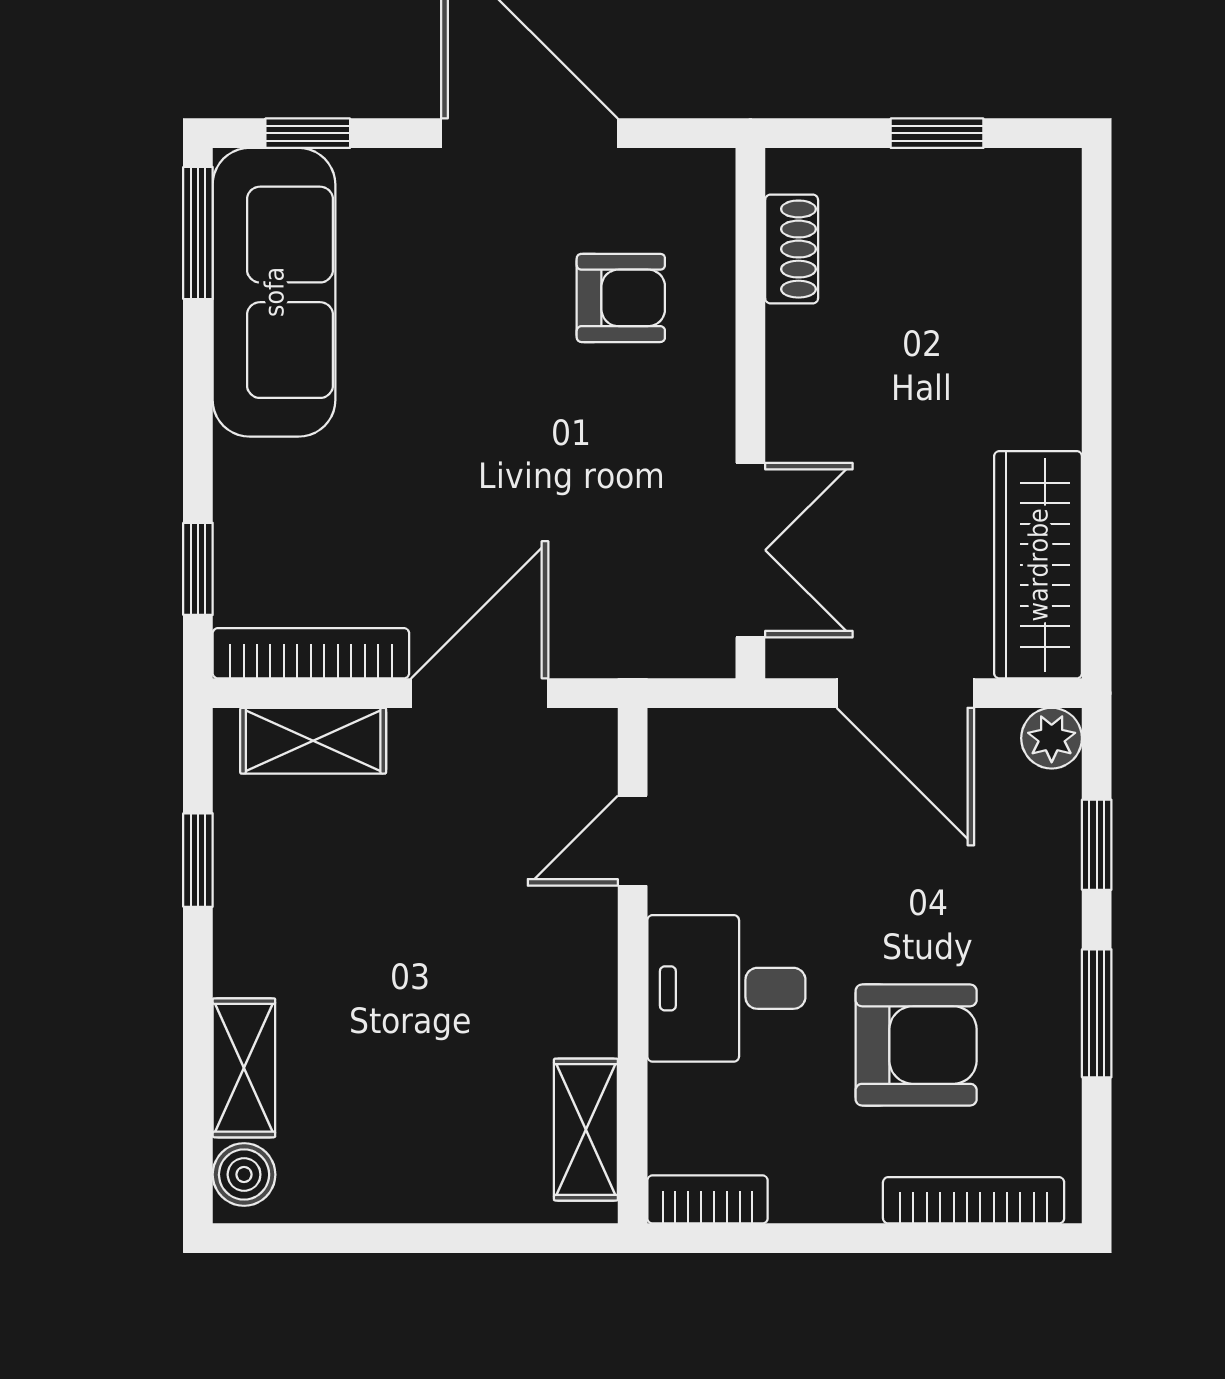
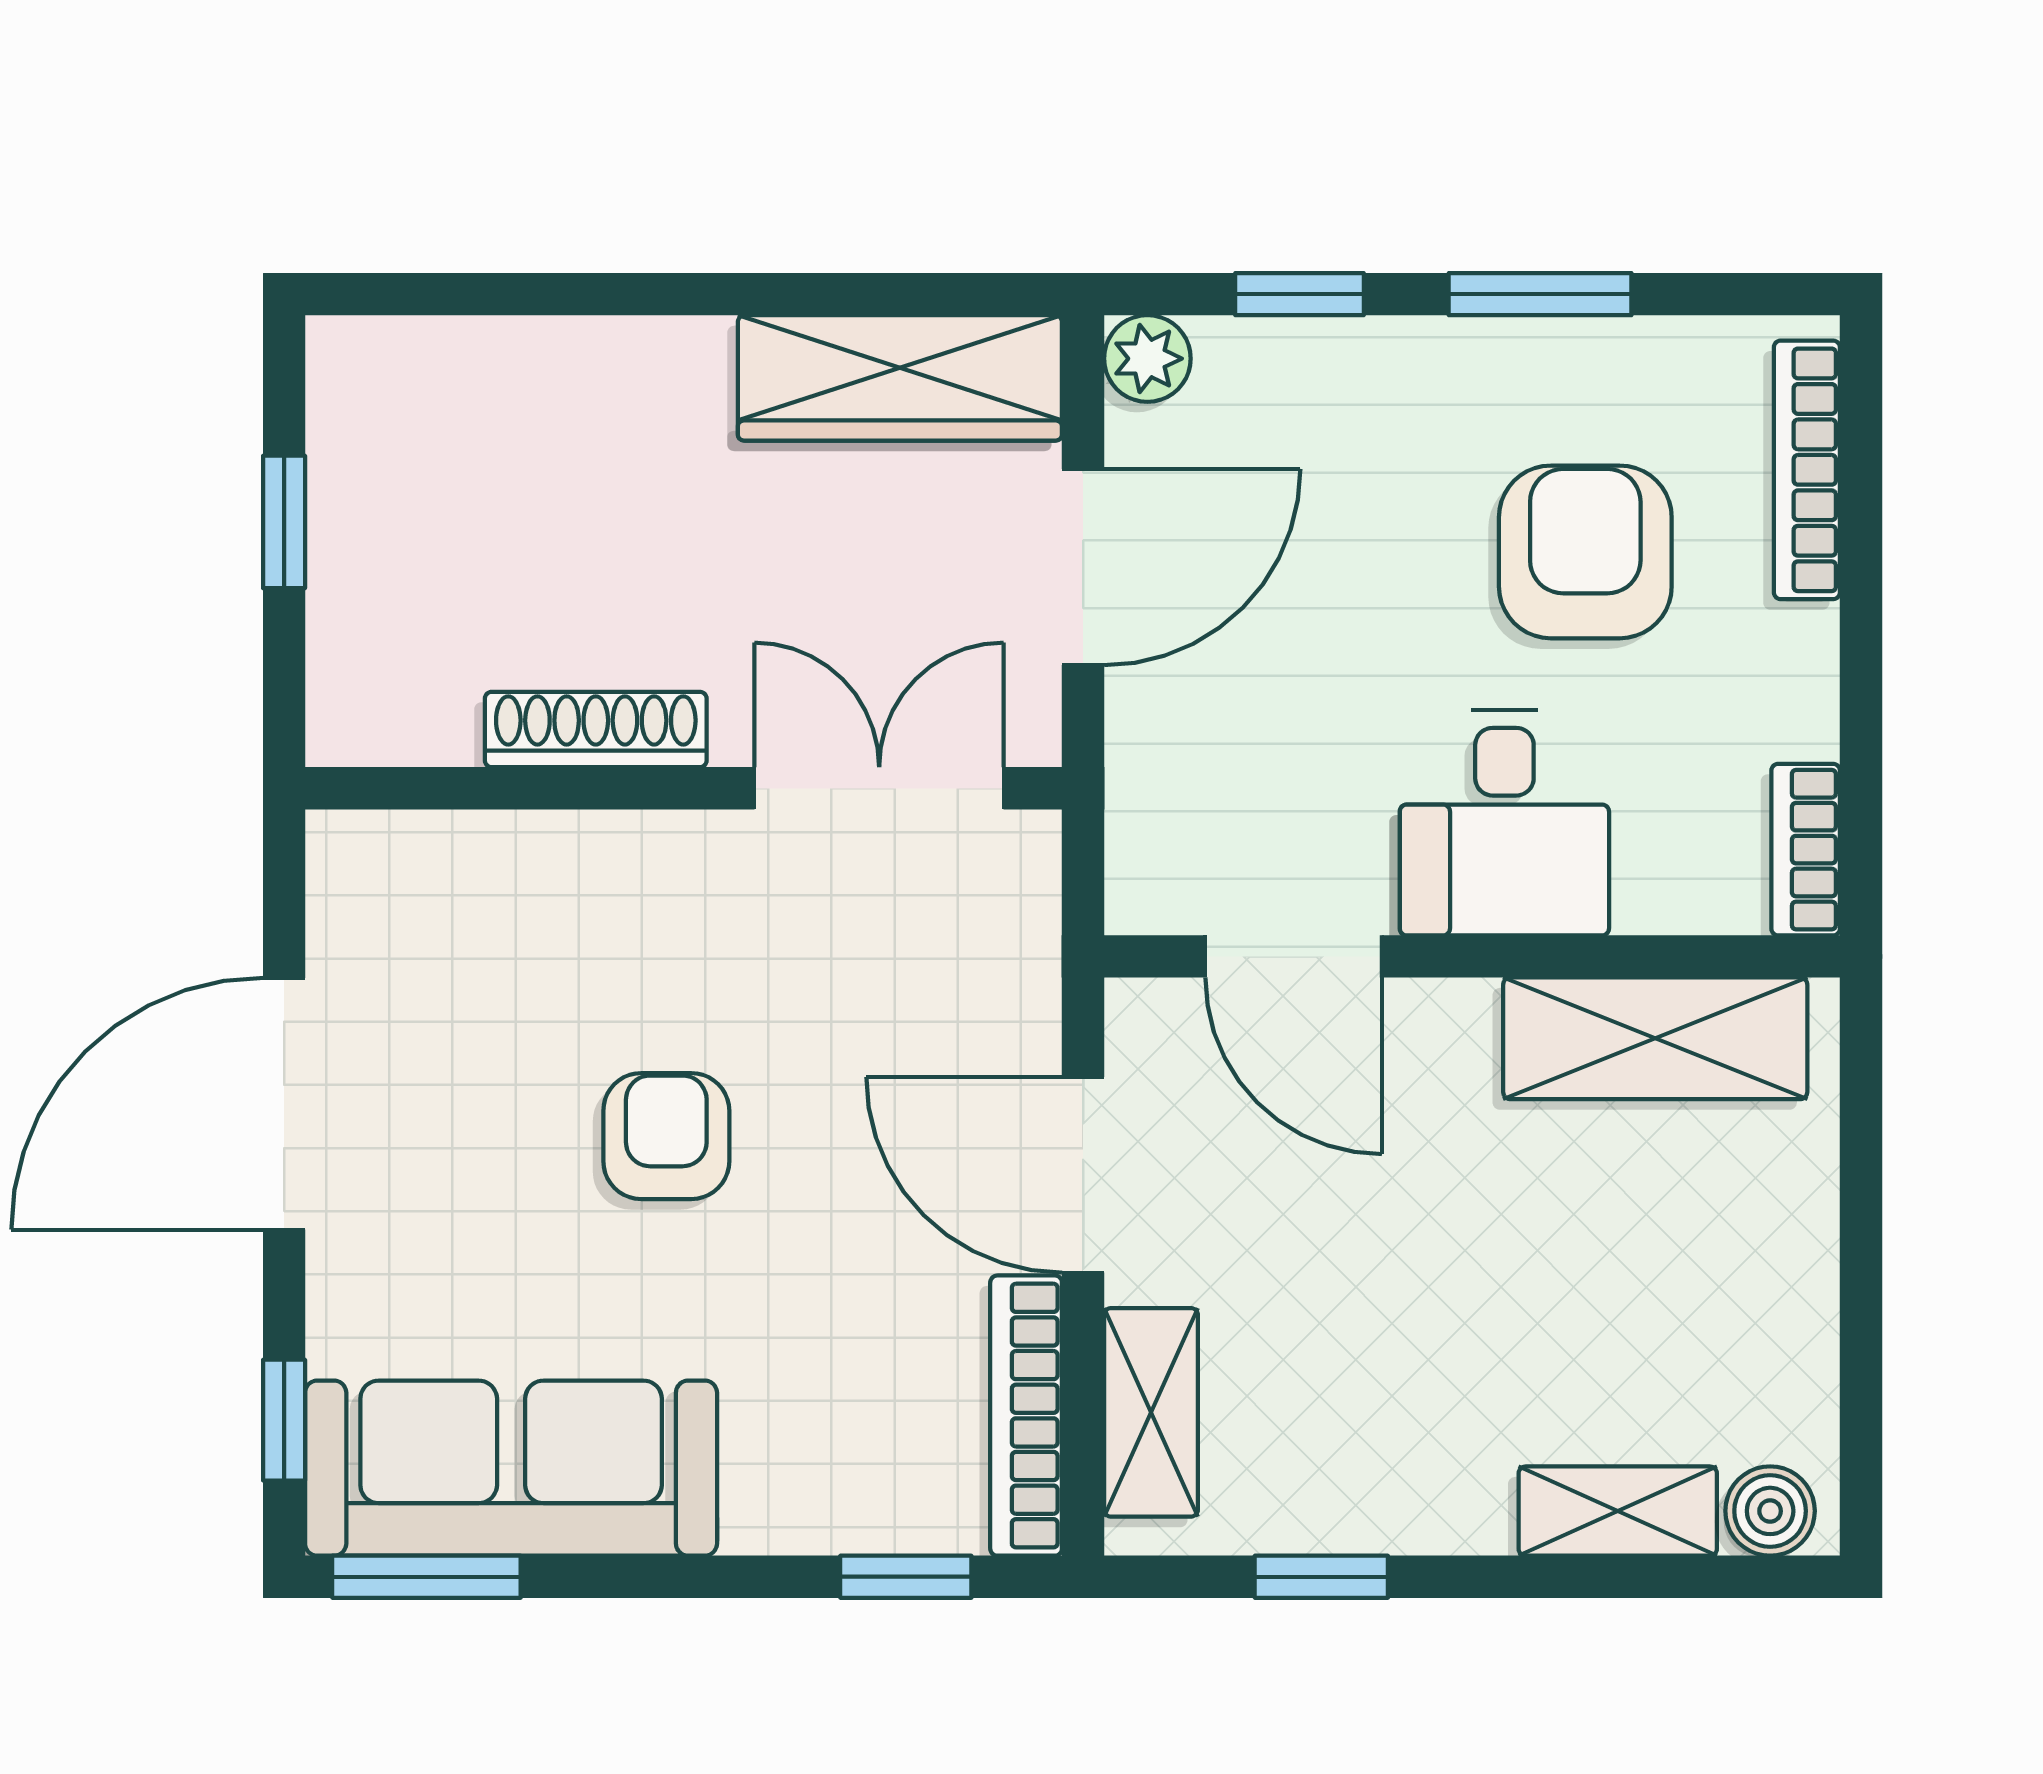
shoe rack: (792, 249) -> (596, 729), moved, width x1.43
armchair: (621, 298) -> (666, 1136), moved
door: (633, 841) -> (1294, 956), width x1.38
shelving: (586, 1130) -> (1655, 1038), width x1.50, depth x1.33

